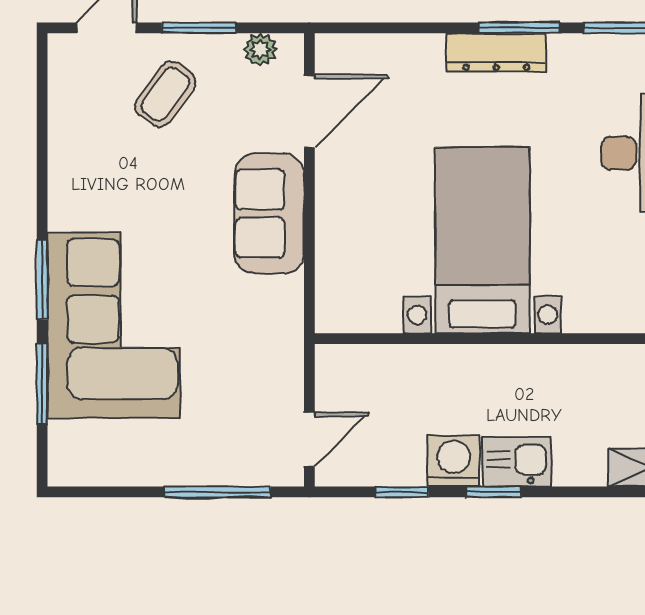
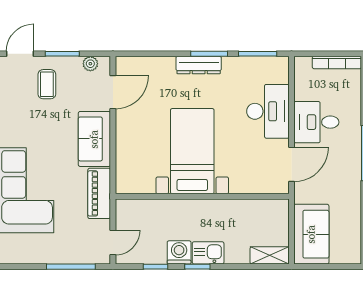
coffee table: (165, 94) -> (47, 84), turned -36
piano: (279, 332) -> (99, 193), added

